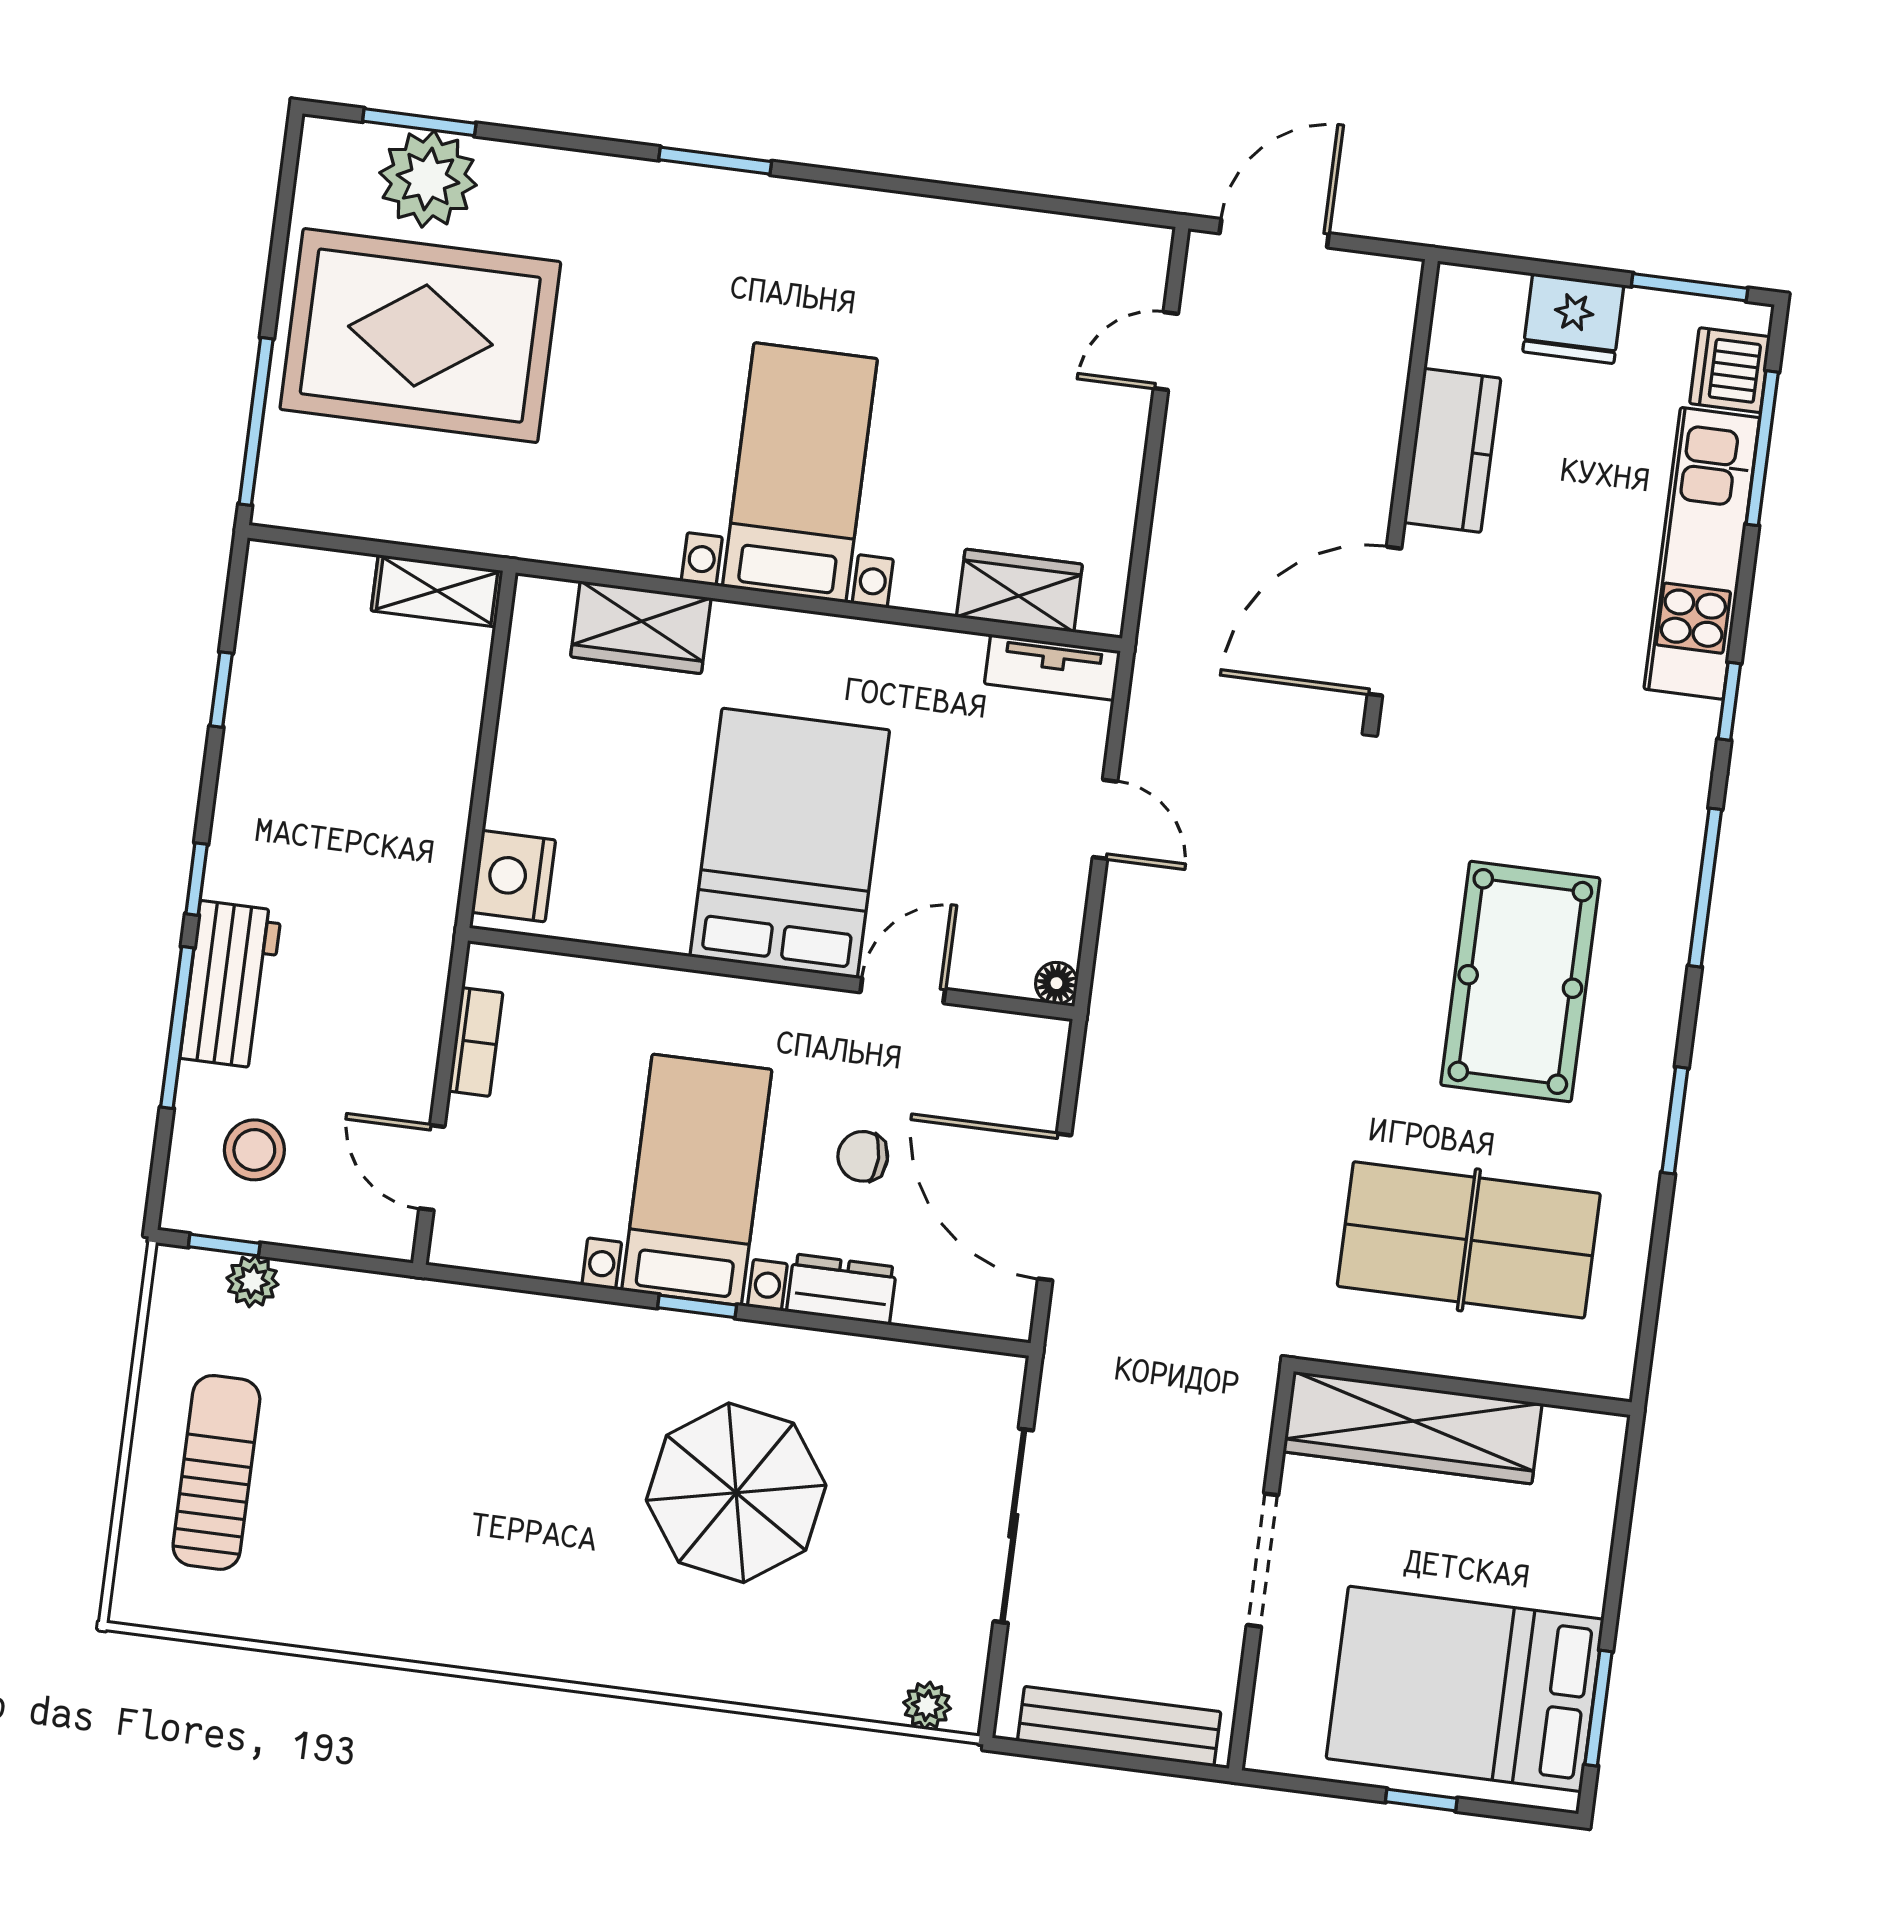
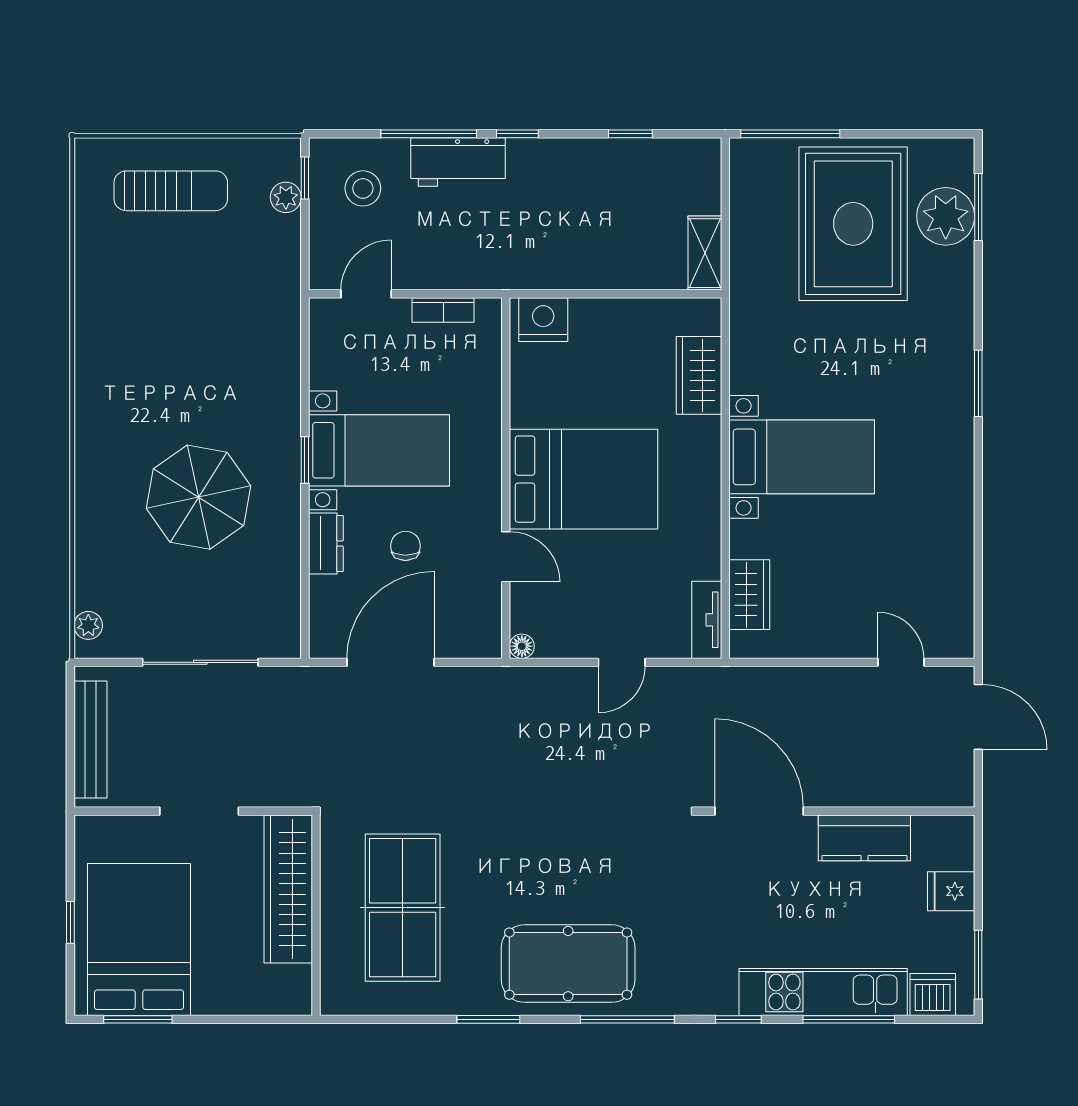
fridge: (1573, 318) -> (951, 891), width x0.72
window: (1762, 448) -> (849, 1019), moved
pool table: (1520, 981) -> (568, 964), moved

